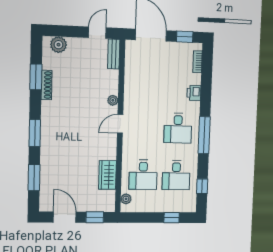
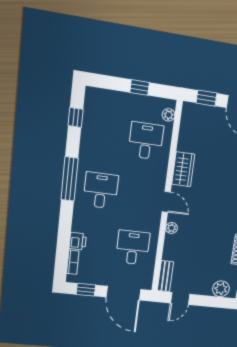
printer: (194, 93) -> (78, 241), moved
door: (120, 124) -> (166, 202), hinge flipped
wardrobe: (107, 175) -> (183, 169), moved
desk: (176, 175) -> (133, 248), moved
window: (172, 218) -> (140, 87), moved

